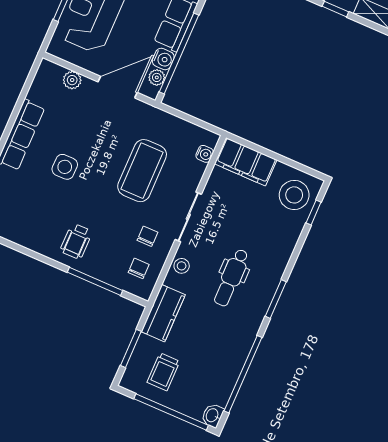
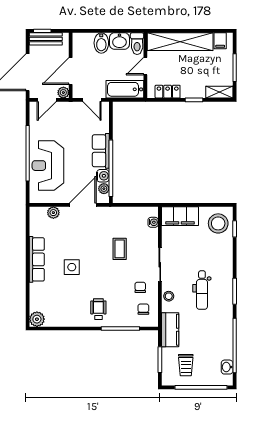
coffee table: (142, 171) -> (120, 249), width x0.54, depth x0.58
wheelchair: (76, 241) -> (98, 309), turned 180
washbasin: (213, 415) -> (227, 367), moved

